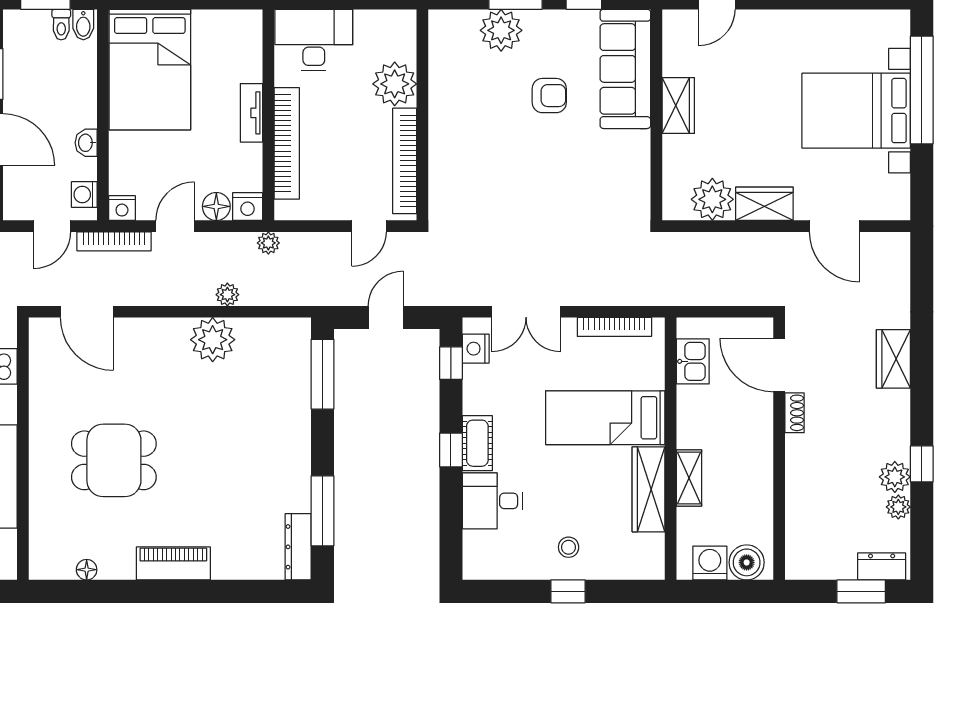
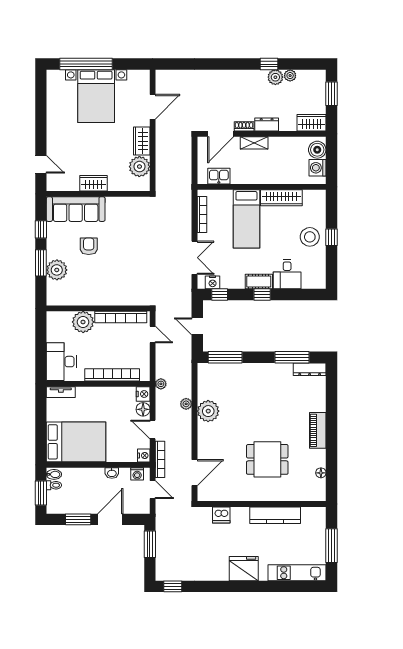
tv unit: (251, 113) -> (61, 392), moved
wardrobe: (893, 359) -> (312, 123), moved, turned 180
dining table: (114, 460) -> (267, 459), turned 90
shelving: (689, 478) -> (254, 143), moved
stool: (569, 547) -> (310, 237), width x1.89, depth x1.89
dresser: (882, 566) -> (267, 124), moved, turned 90

